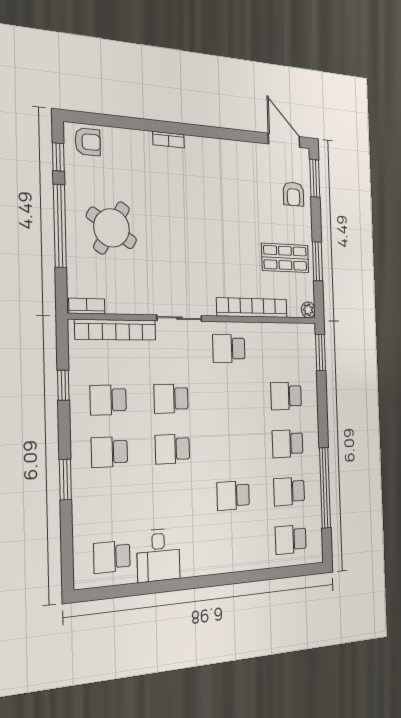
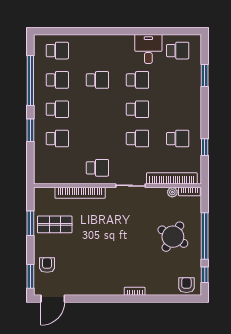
door: (284, 140) -> (53, 299), hinge flipped
armchair: (88, 142) -> (186, 285), turned 90
plant: (308, 310) -> (172, 192), moved
window: (321, 353) -> (30, 130), moved
school desk: (109, 452) -> (137, 80), moved
window: (65, 479) -> (205, 76), moved

